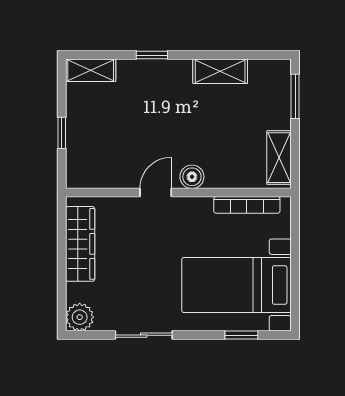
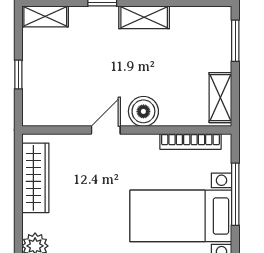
shelving: (220, 71) -> (144, 17), moved
boiler: (192, 177) -> (143, 111), width x1.36, depth x1.36
window: (295, 262) -> (235, 194), added

